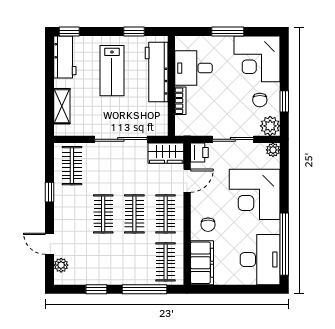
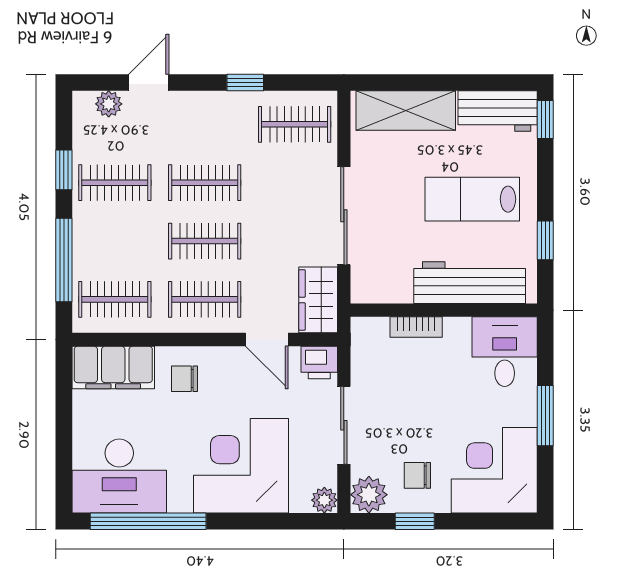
desk: (194, 68) -> (505, 352), moved
shelving: (62, 106) -> (406, 111), width x1.50, depth x1.33
clothes rail: (103, 262) -> (115, 183), added

